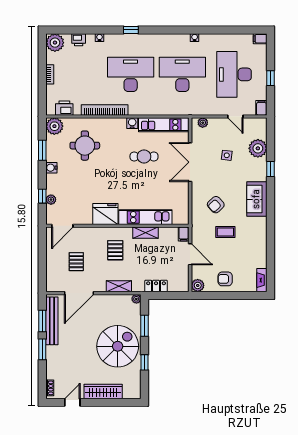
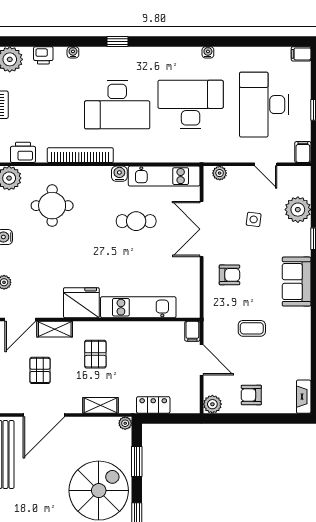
desk: (131, 74) -> (117, 105), turned 180
armchair: (216, 205) -> (229, 275), moved, turned -137
shelving: (146, 233) -> (55, 329), moved

